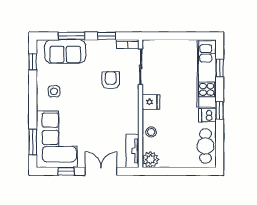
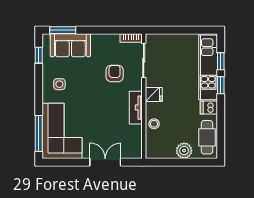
window: (71, 36) -> (63, 30), moved
window: (107, 36) -> (111, 30), removed
window: (220, 110) -> (221, 85), moved
window: (33, 142) -> (39, 133), width x1.44
tv unit: (132, 151) -> (136, 108), moved
plant: (150, 160) -> (184, 151), moved
window: (66, 171) -> (71, 162), removed

